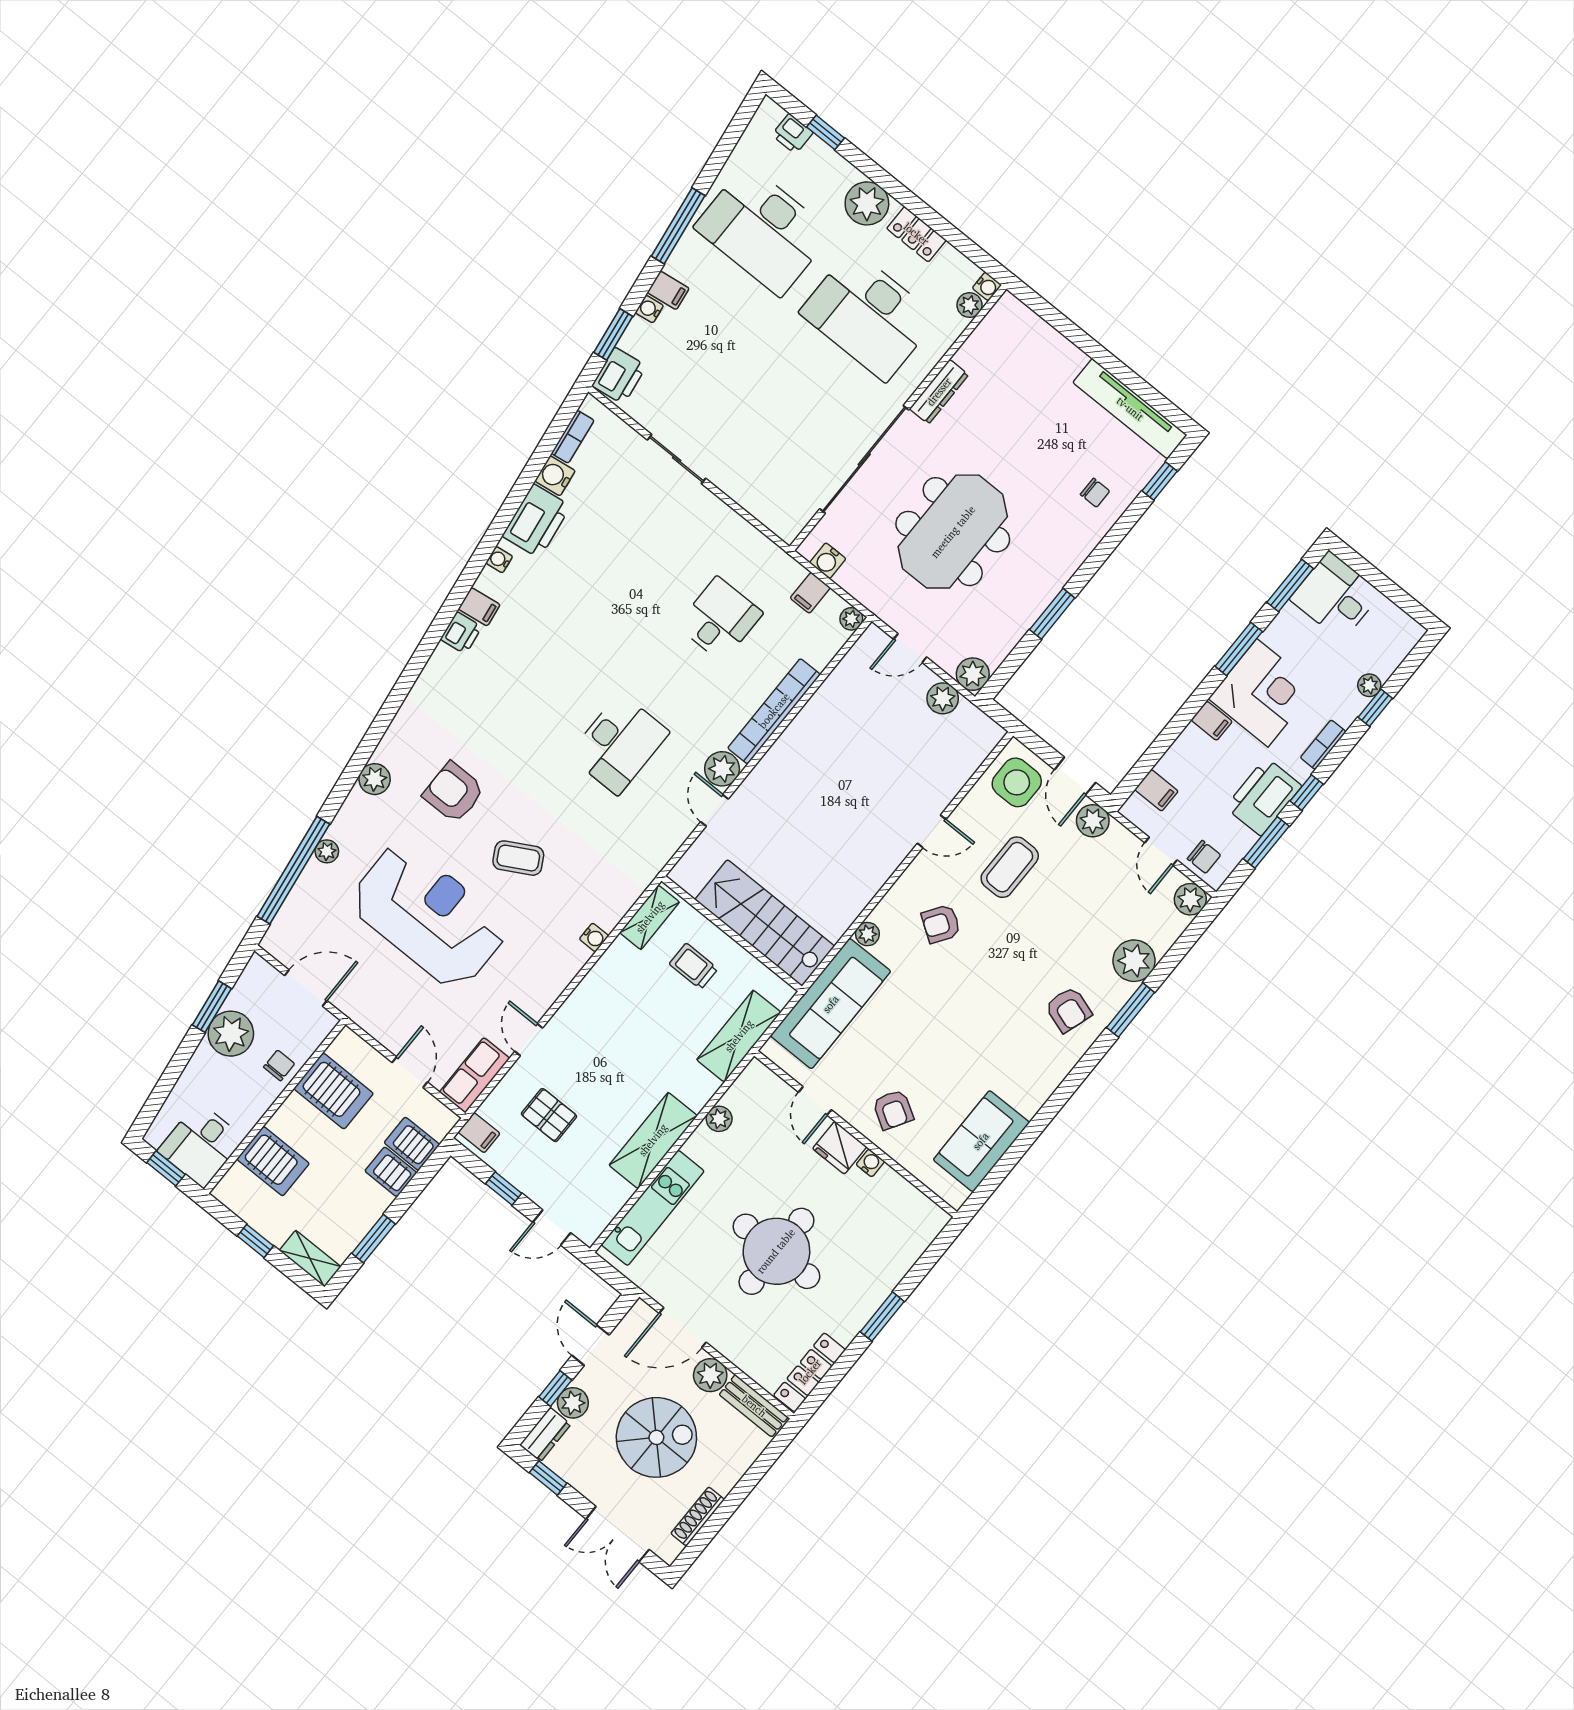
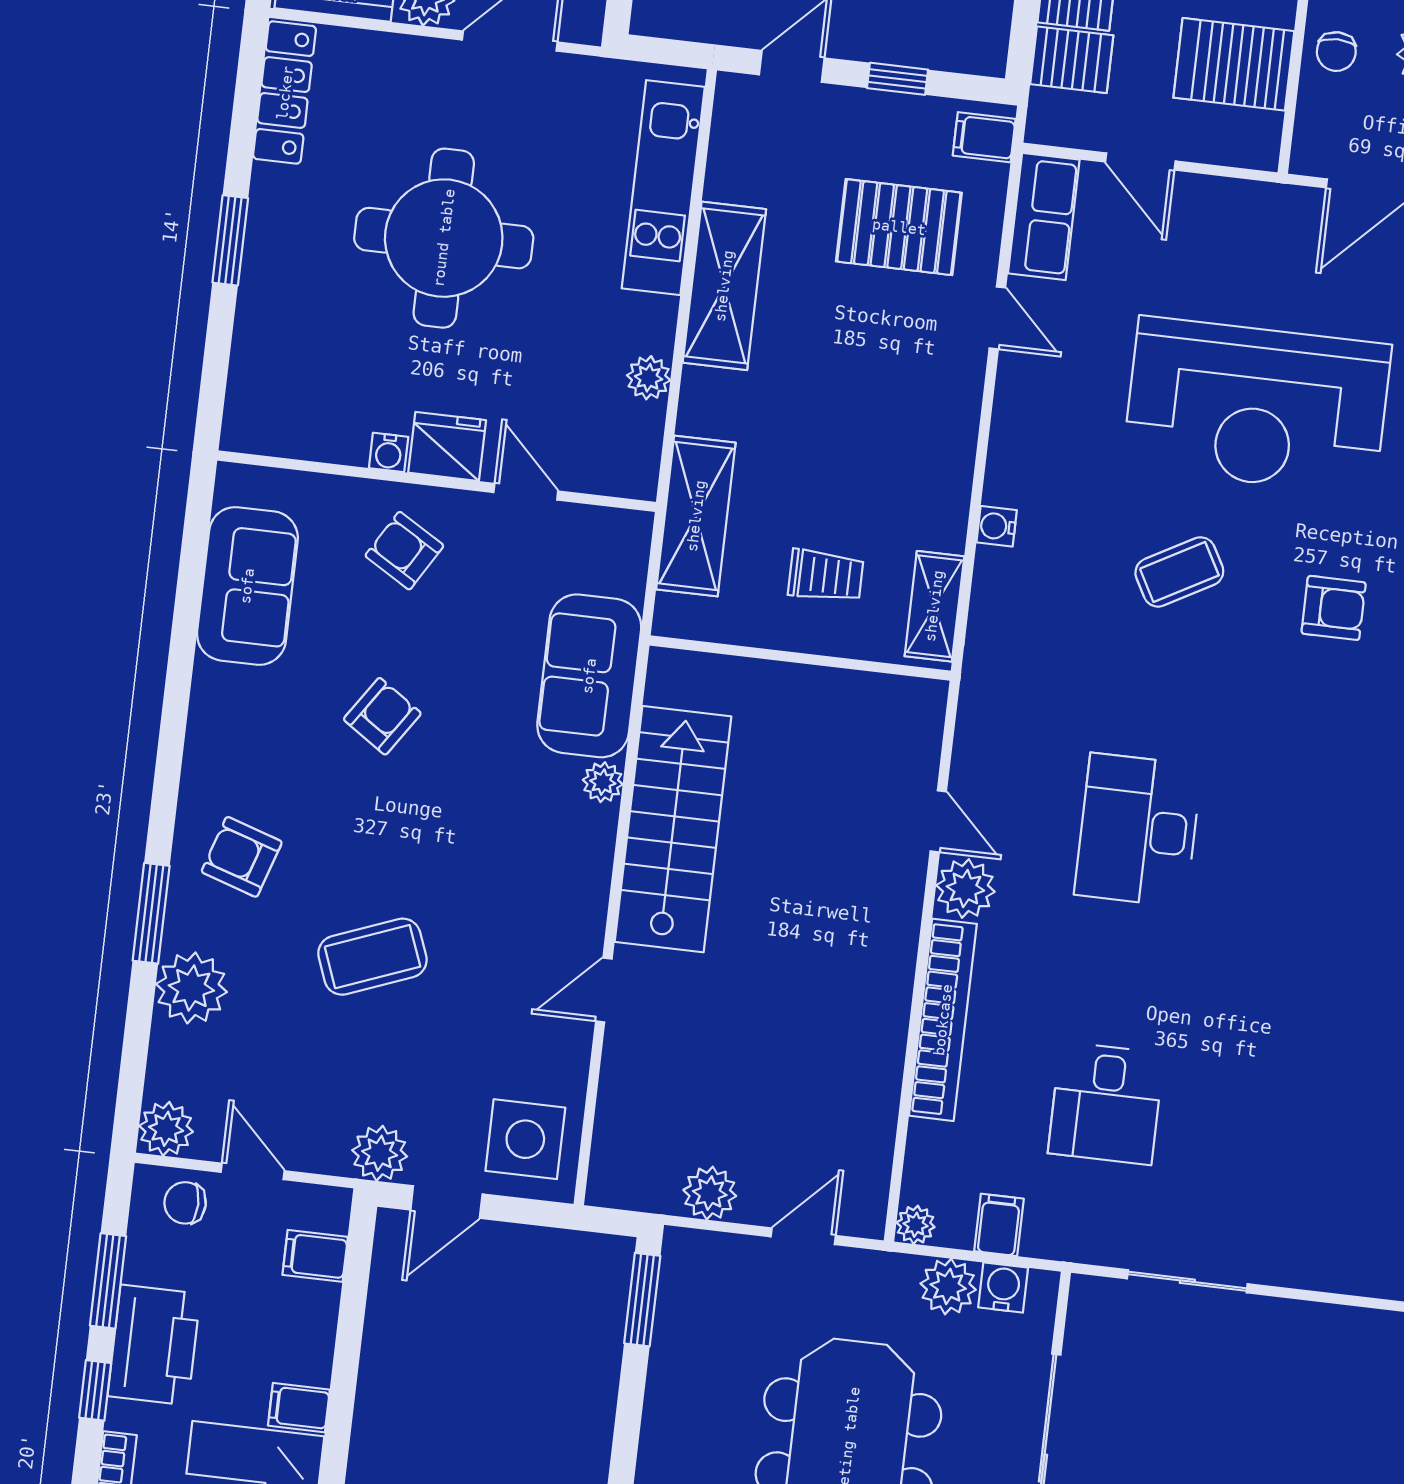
sliding door: (677, 459) -> (1187, 1281), moved
window: (1052, 614) -> (642, 1300), moved
plant: (973, 674) -> (948, 1287), moved
door: (1075, 776) -> (446, 1202), swing flipped
armchair: (454, 792) -> (1334, 608), width x0.72, depth x0.72
coffee table: (1010, 867) -> (372, 957), moved, turned 69
stairs: (765, 923) -> (673, 829), moved, turned -90
armchair: (941, 924) -> (382, 716), moved
sofa: (831, 1004) -> (589, 676), width x0.73
pallet: (549, 1115) -> (899, 227), width x1.50, depth x1.42

